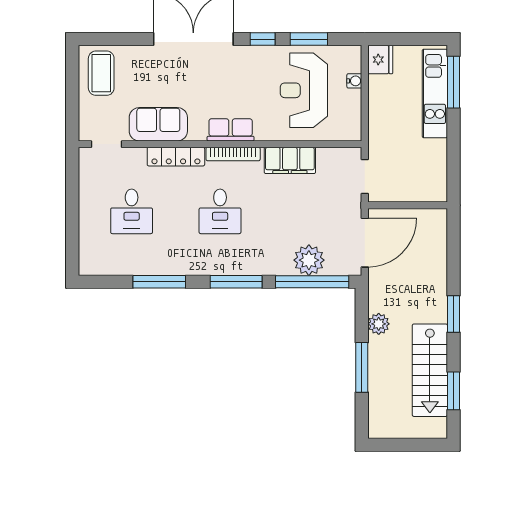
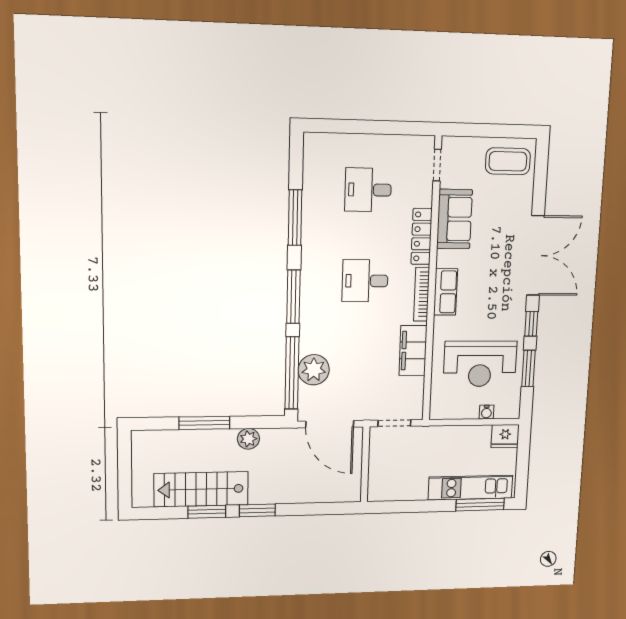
reception desk: (304, 90) -> (480, 364), turned 180
window: (453, 391) -> (207, 512), moved

